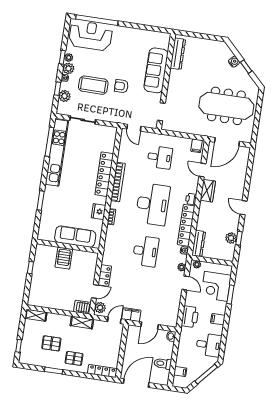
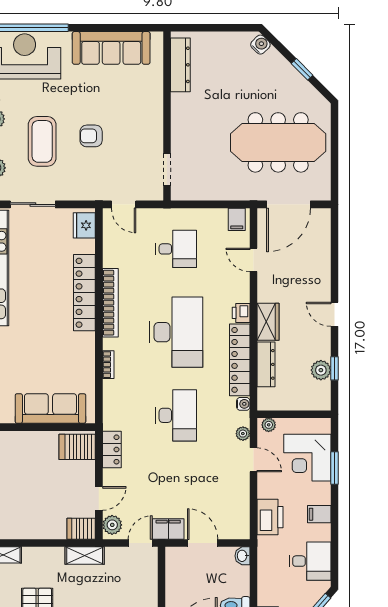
water cooler: (234, 62) -> (260, 45), moved
sofa: (156, 70) -> (111, 48), moved, turned -90
coffee table: (93, 85) -> (42, 141), turned 90
wardrobe: (208, 191) -> (268, 322), moved
fridge: (98, 212) -> (84, 225), moved
dresser: (199, 243) -> (266, 364), moved
server rack: (64, 258) -> (77, 447), moved, turned 90
locker: (105, 275) -> (112, 449), moved
door: (150, 326) -> (203, 543), swing flipped

